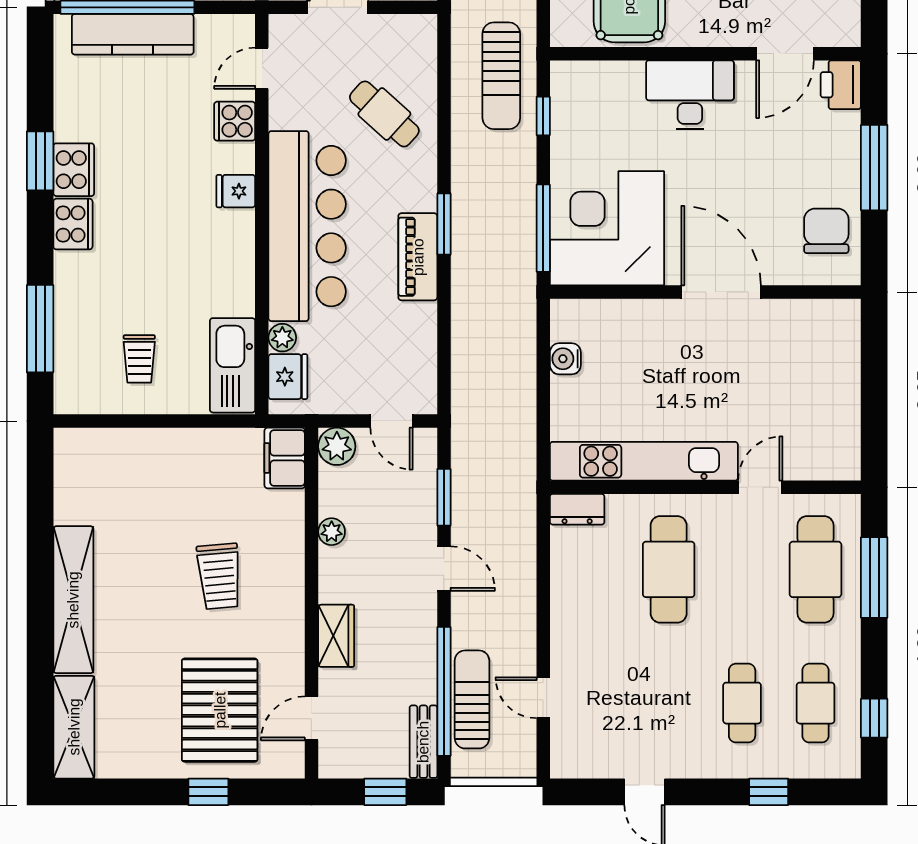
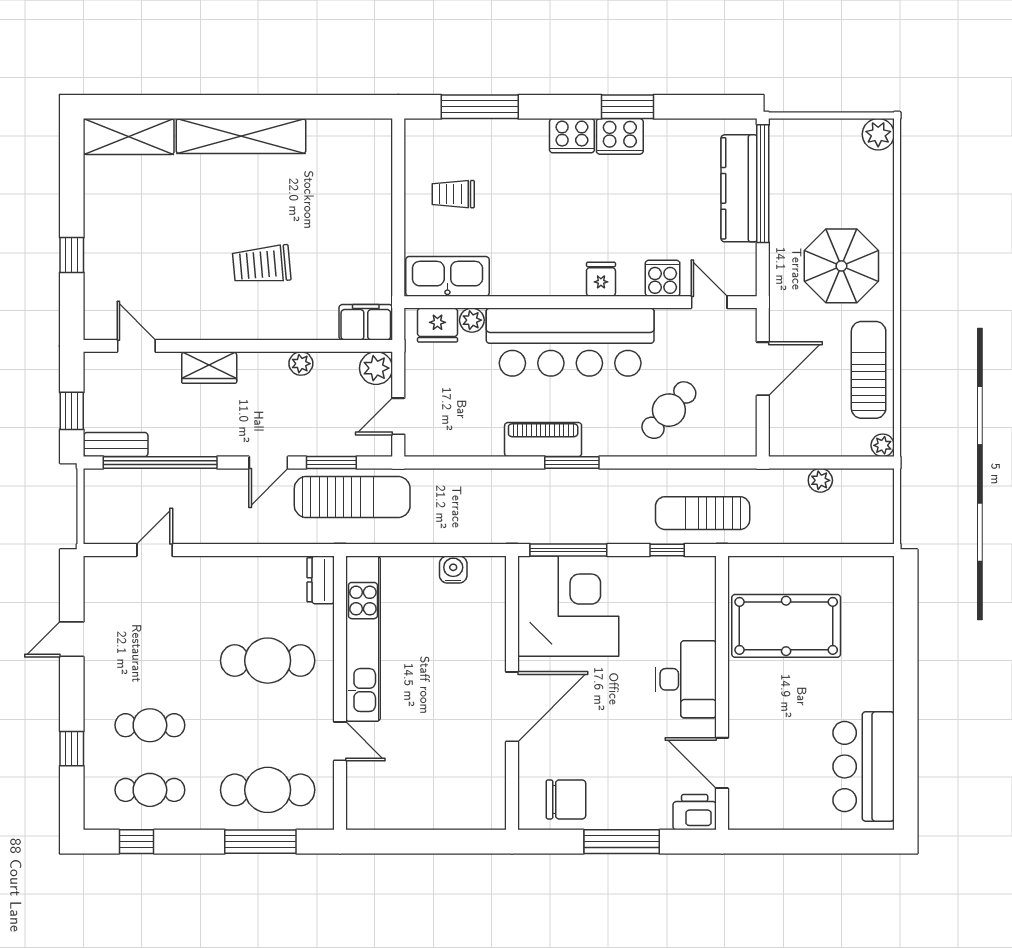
sun lounger: (472, 699) -> (352, 497), moved, width x1.36, depth x1.34
pallet: (220, 710) -> (144, 265), removed

